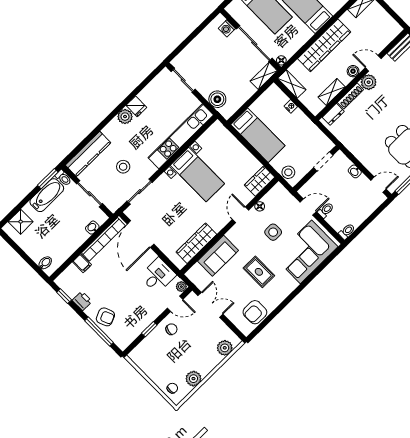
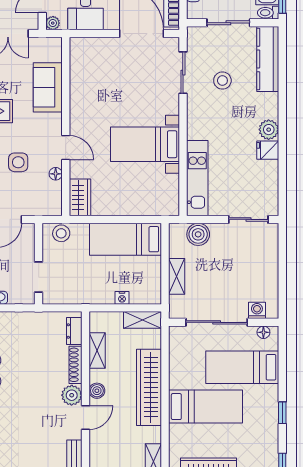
floor lamp: (281, 60) -> (263, 332), moved
shelving: (264, 76) -> (177, 276), moved
kitchen unit: (181, 136) -> (197, 178), width x0.73
wardrobe: (196, 243) -> (80, 78), removed

